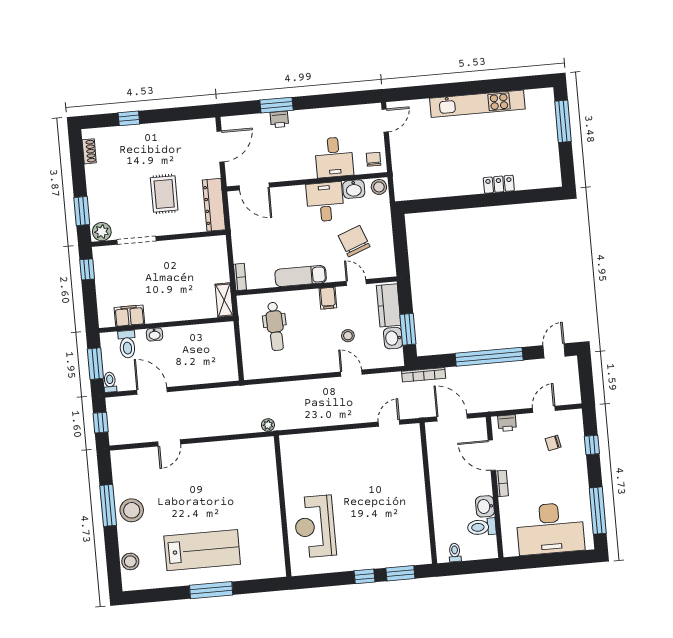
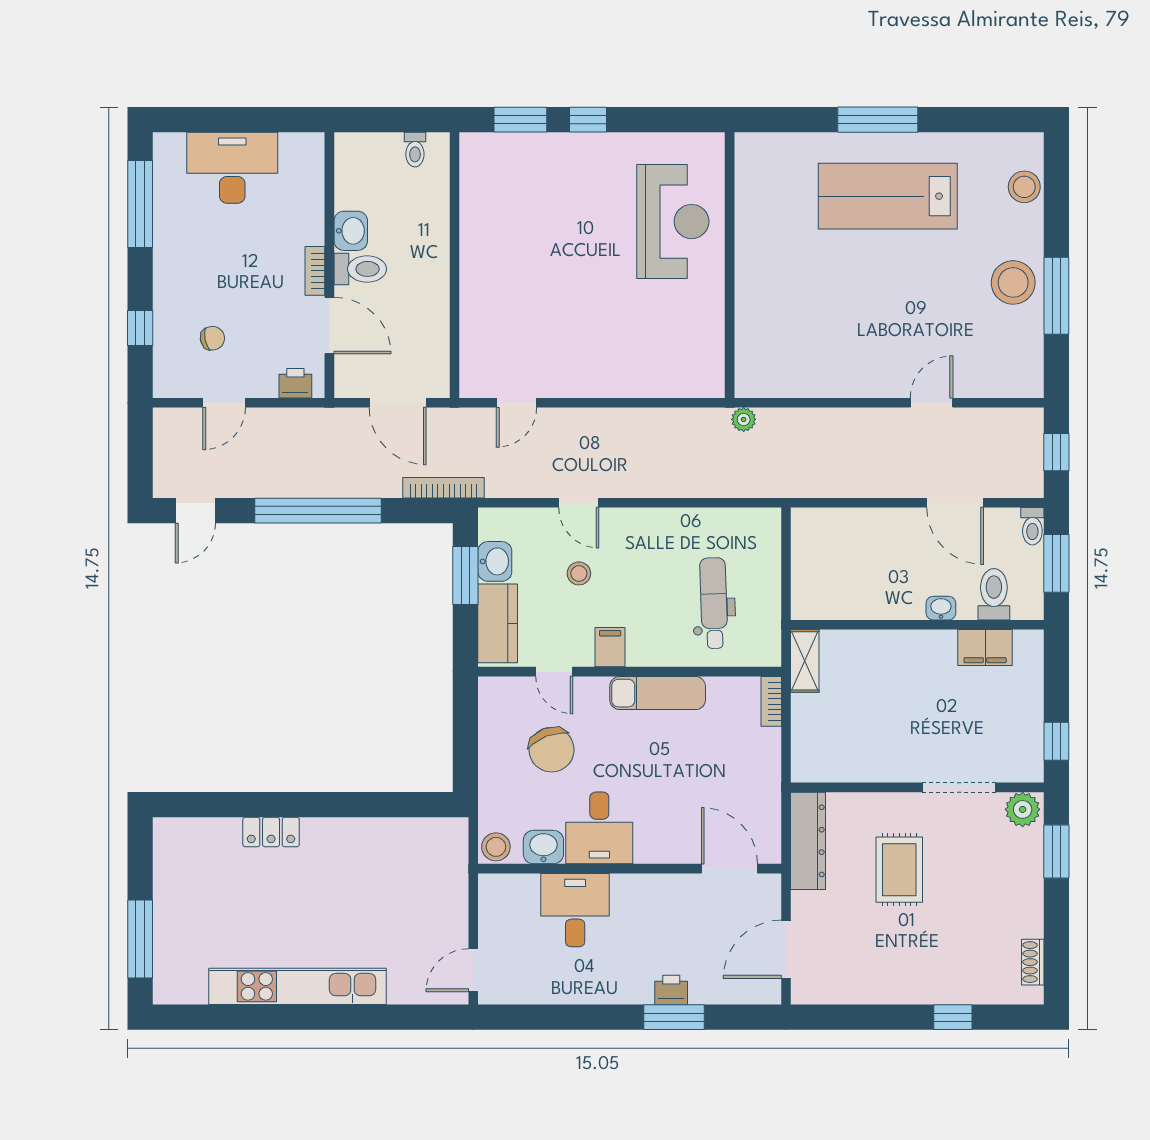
chair: (373, 159) -> (501, 900), removed
toilet: (482, 527) -> (360, 269), moved
desk: (550, 528) -> (232, 168), width x0.73, depth x0.77

